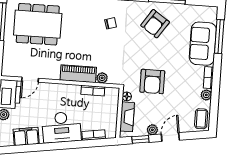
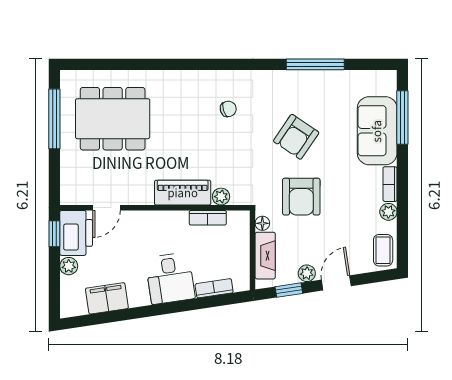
armchair: (155, 24) -> (296, 137), moved
desk: (61, 127) -> (170, 278), width x0.73

